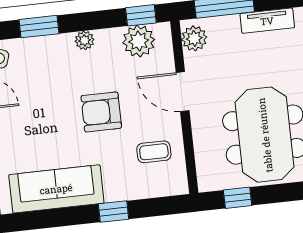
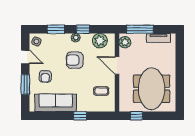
window: (141, 15) -> (83, 29), moved
armchair: (101, 112) -> (75, 60), moved
armchair: (27, 133) -> (45, 76), added

